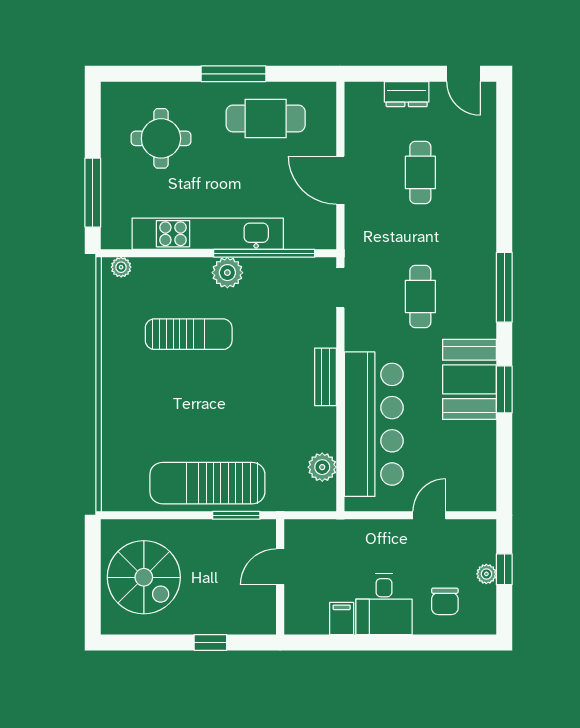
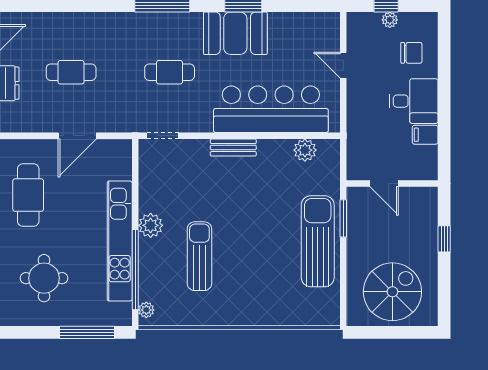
window: (264, 253) -> (135, 270), moved
sun lounger: (207, 483) -> (318, 241), turned 180

